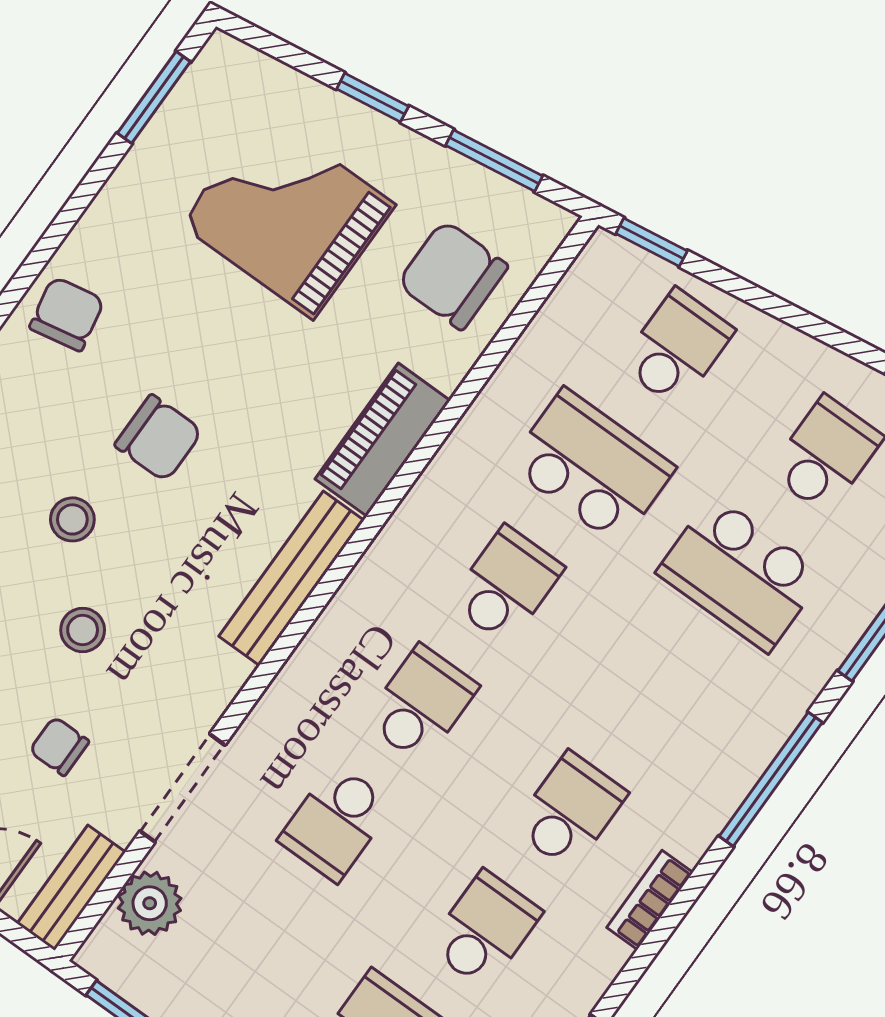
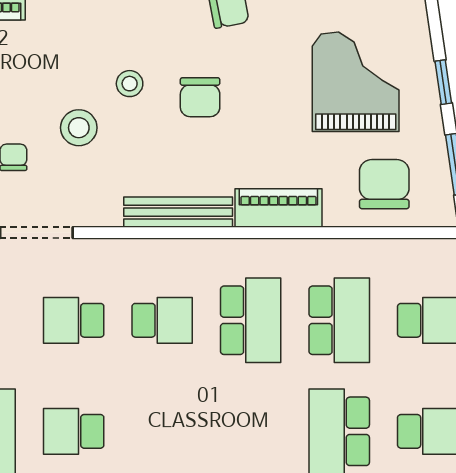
school desk: (506, 585) -> (251, 320), width x1.85
stool: (83, 630) -> (79, 128), width x1.37, depth x1.37
school desk: (570, 811) -> (162, 431), removed
school desk: (485, 929) -> (74, 431), turned 180

